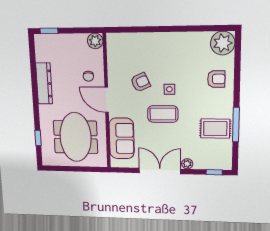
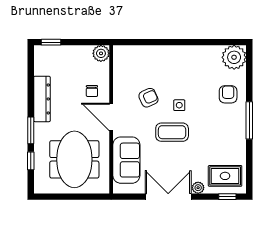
armchair: (216, 79) -> (228, 94), turned -90
window: (36, 111) -> (31, 130), added
window: (236, 125) -> (249, 120), moved
rug: (215, 129) -> (225, 176), moved

